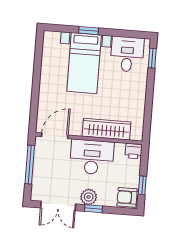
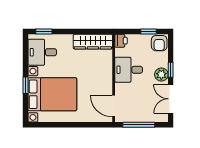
bed with nightstands: (84, 63) -> (52, 94), width x1.36
wardrobe: (107, 129) -> (93, 42), moved, turned -90
desk: (92, 157) -> (129, 70), width x0.73
double door: (58, 206) -> (171, 99), swing flipped

